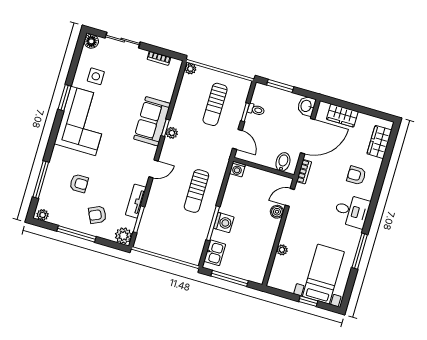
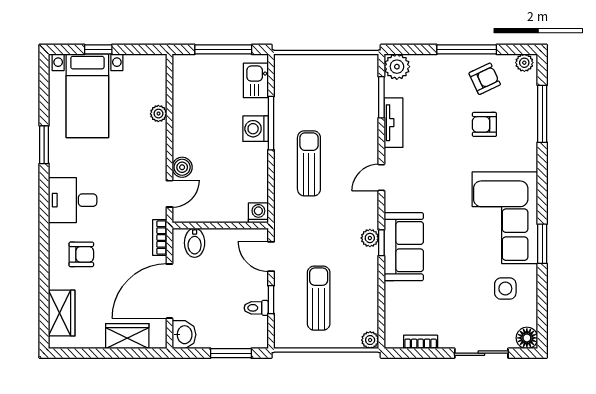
armchair: (97, 215) -> (485, 79), moved
window: (360, 251) -> (44, 145), width x0.69

